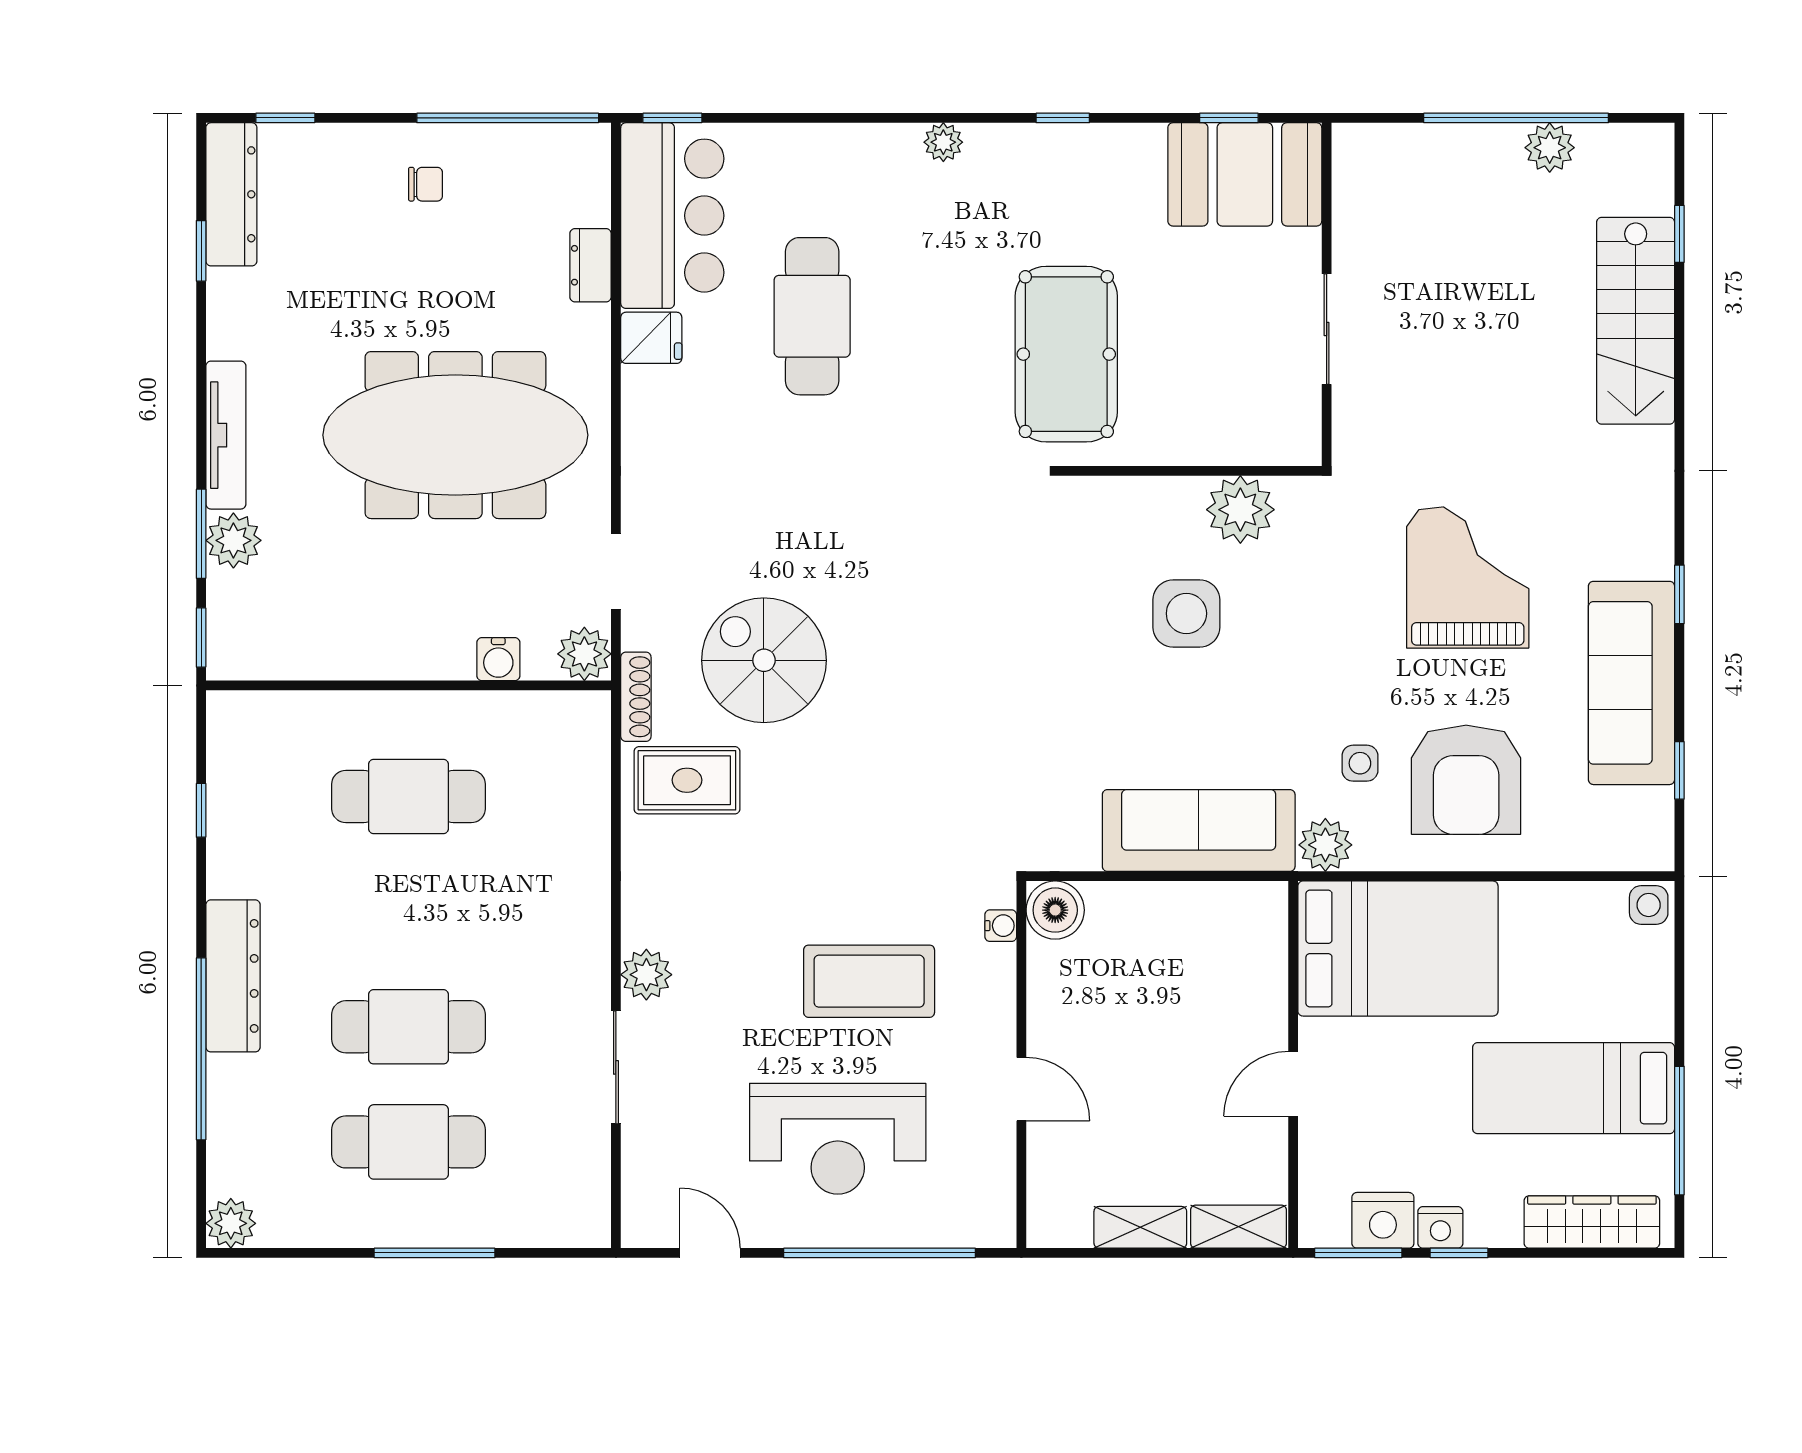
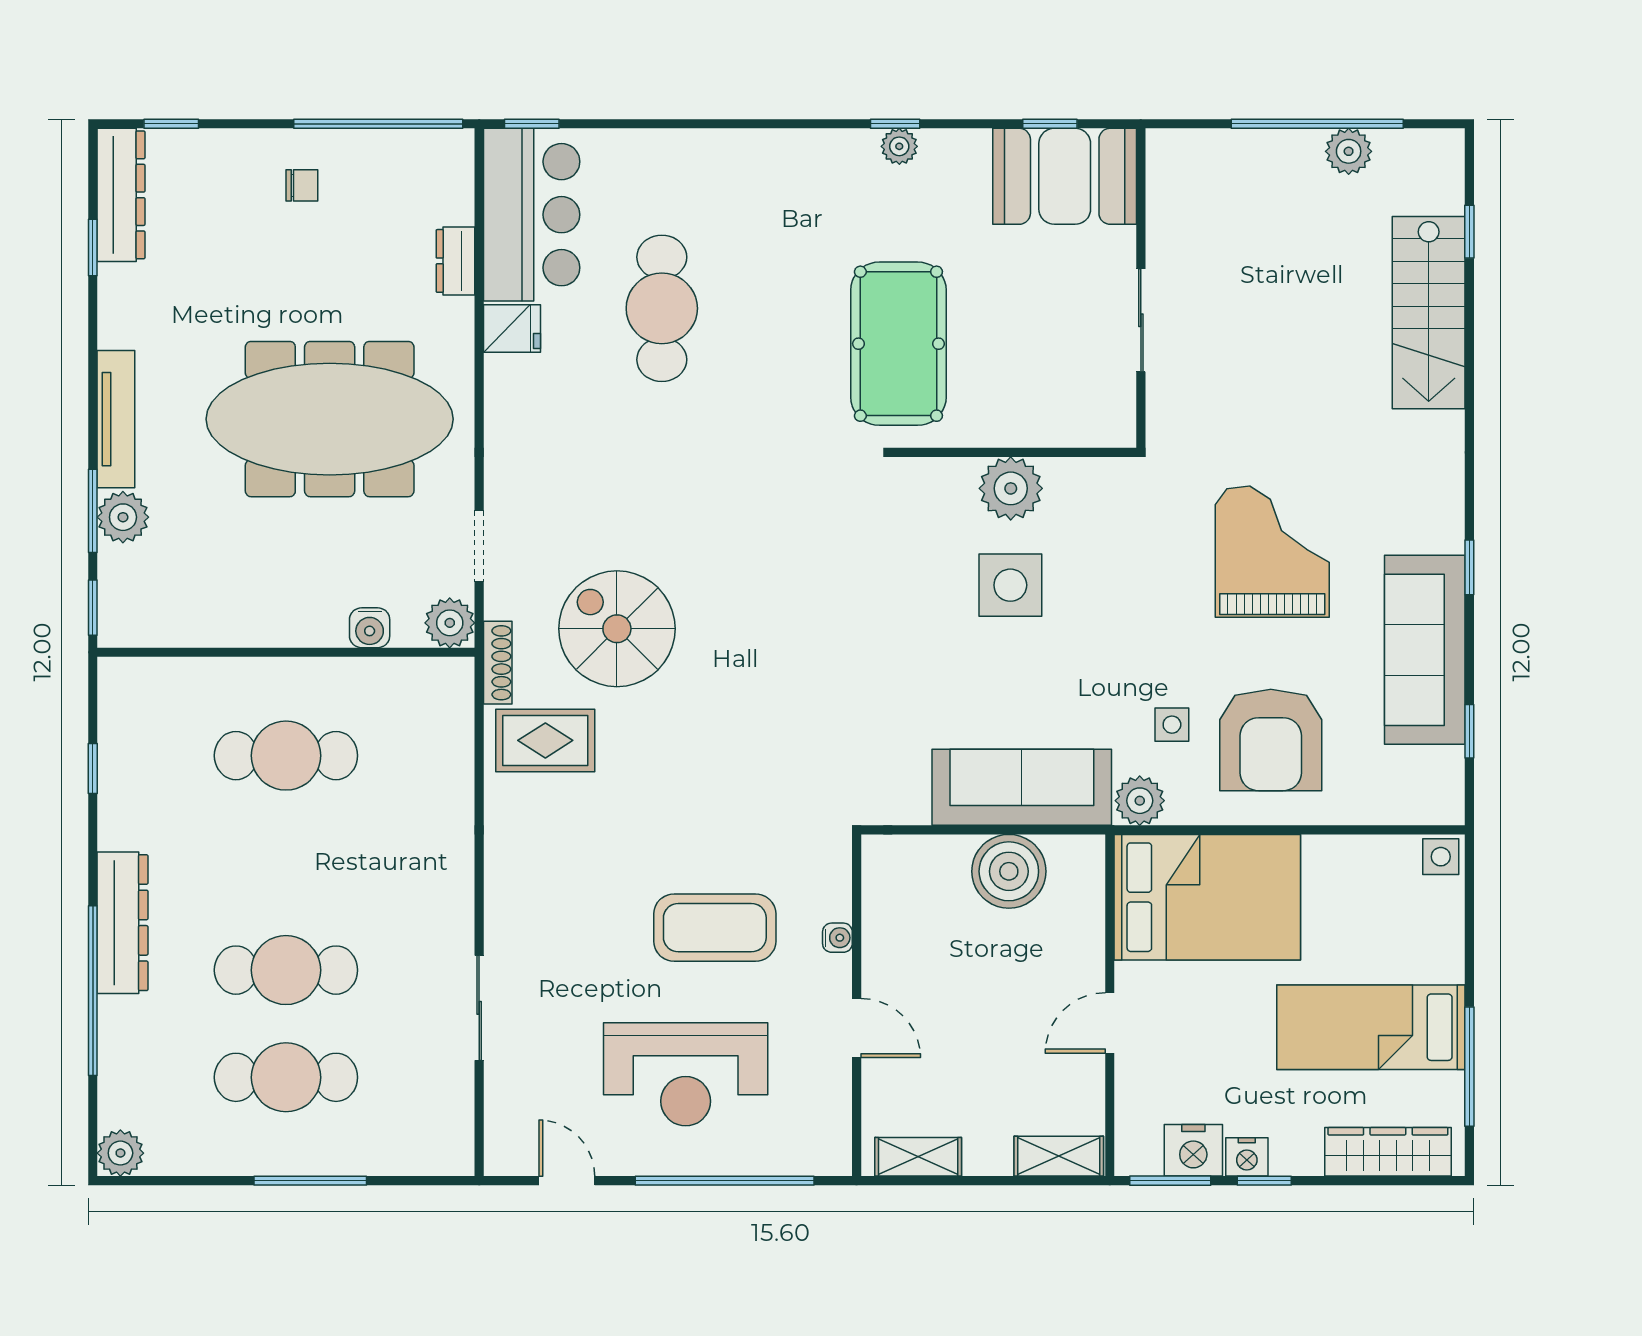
plant: (943, 142) -> (899, 146), moved
plant: (1240, 510) -> (1011, 488), moved
boiler: (1055, 910) -> (1009, 871), moved, width x1.37, depth x1.37
water cooler: (1001, 926) -> (837, 938), moved
plant: (646, 975) -> (507, 921), removed
shelving: (1140, 1227) -> (918, 1157), moved

